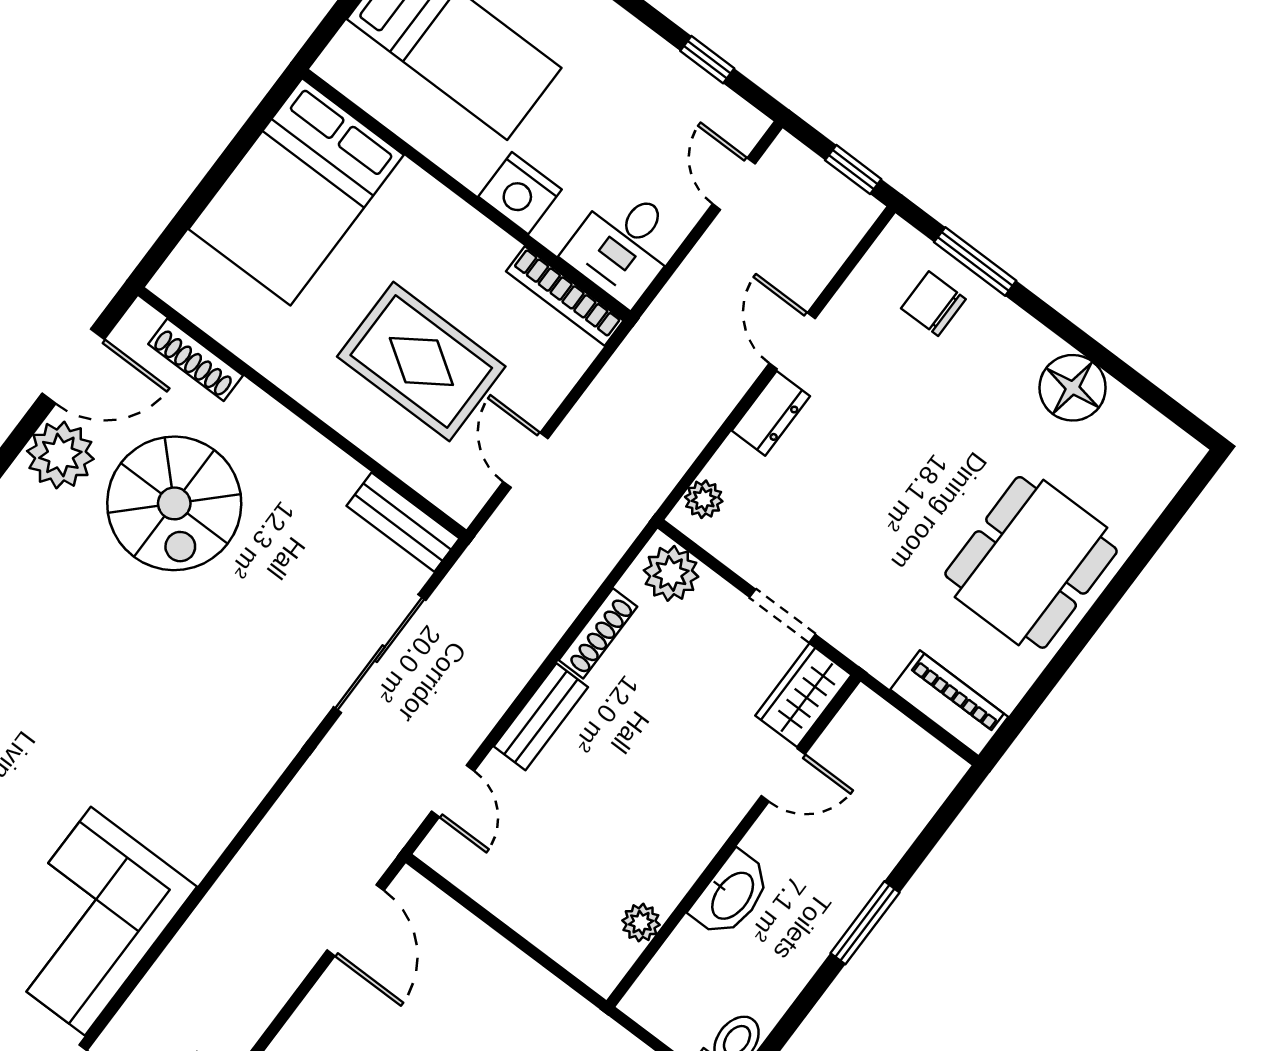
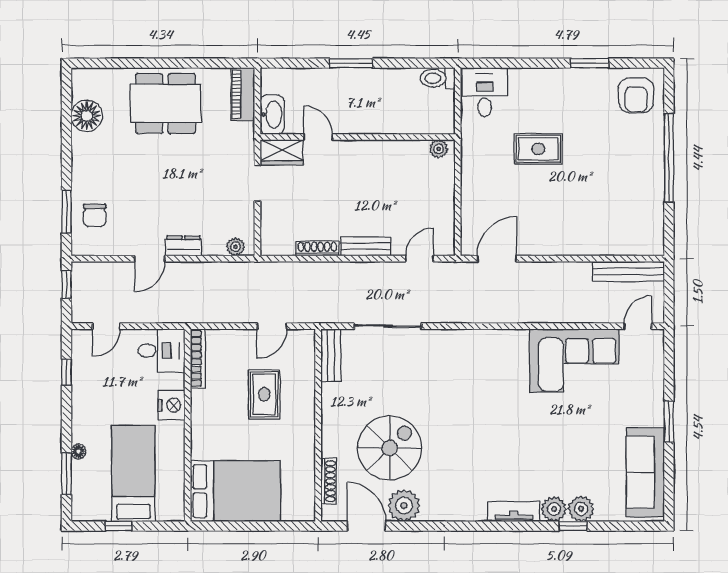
rug: (421, 361) -> (264, 394), width x0.73, depth x0.70
floor lamp: (1073, 388) -> (87, 116), moved
plant: (671, 573) -> (273, 238), removed
washbasin: (731, 895) -> (272, 115), moved, turned 90
plant: (641, 923) -> (439, 149), moved

